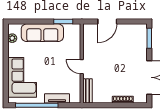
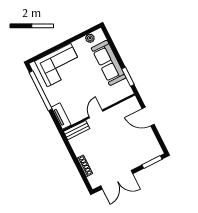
tv unit: (57, 98) -> (61, 116), moved

